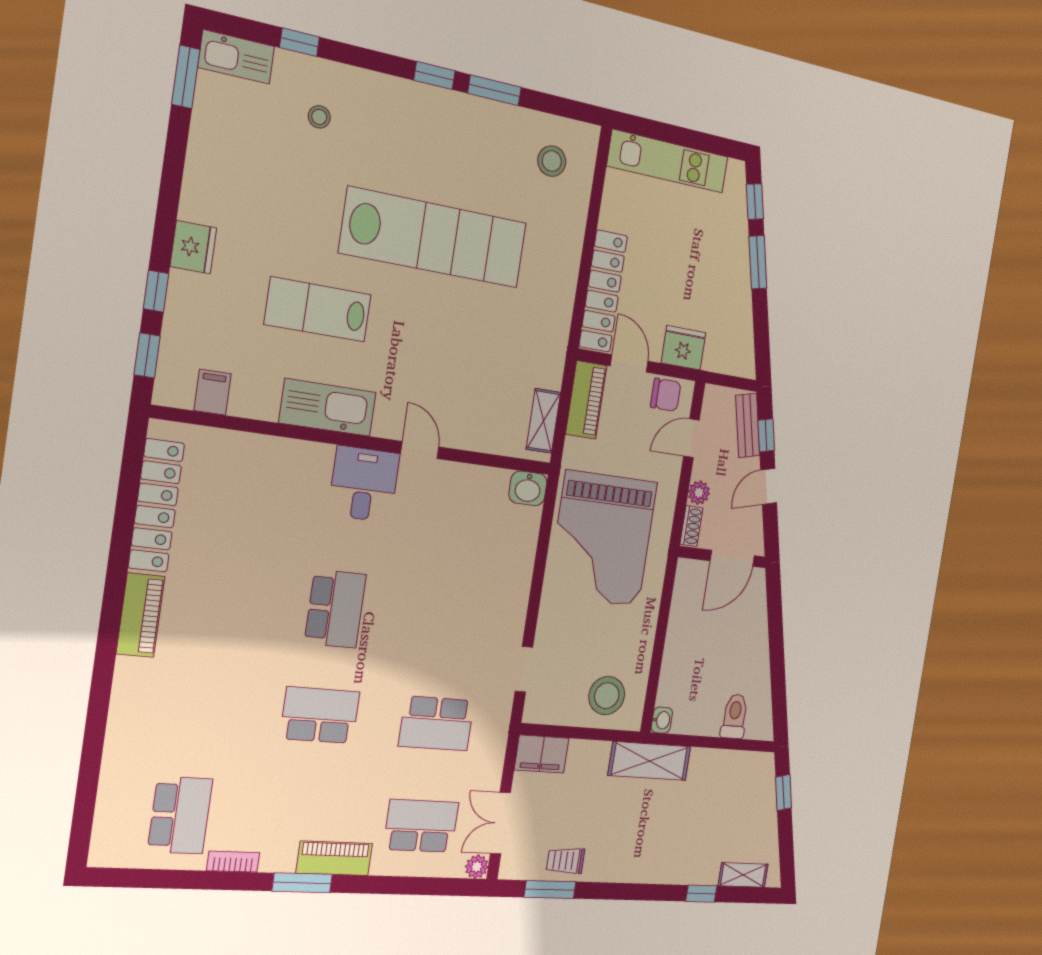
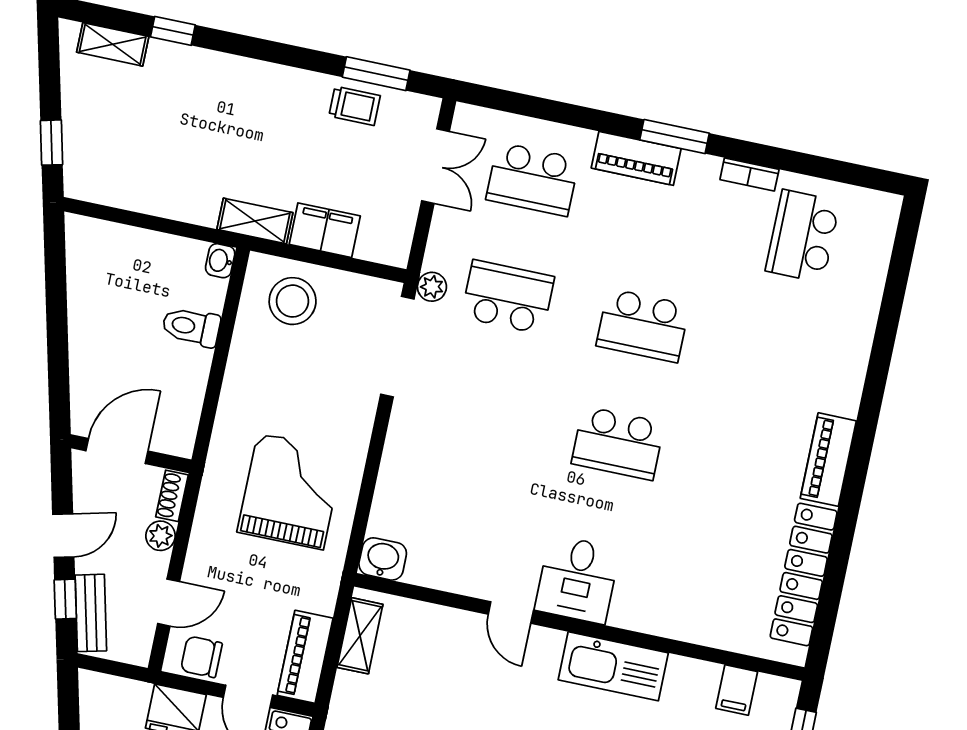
grand piano: (603, 539) -> (291, 491), width x0.73, depth x0.68
school desk: (335, 609) -> (618, 443), turned -90
doorway: (524, 669) -> (397, 347), width x1.88
toilet: (735, 716) -> (191, 327), moved, turned 90
filing cabinet: (542, 754) -> (325, 230), moved
shelving: (649, 761) -> (255, 221), width x0.67, depth x0.75
plant: (477, 867) -> (432, 287), moved

